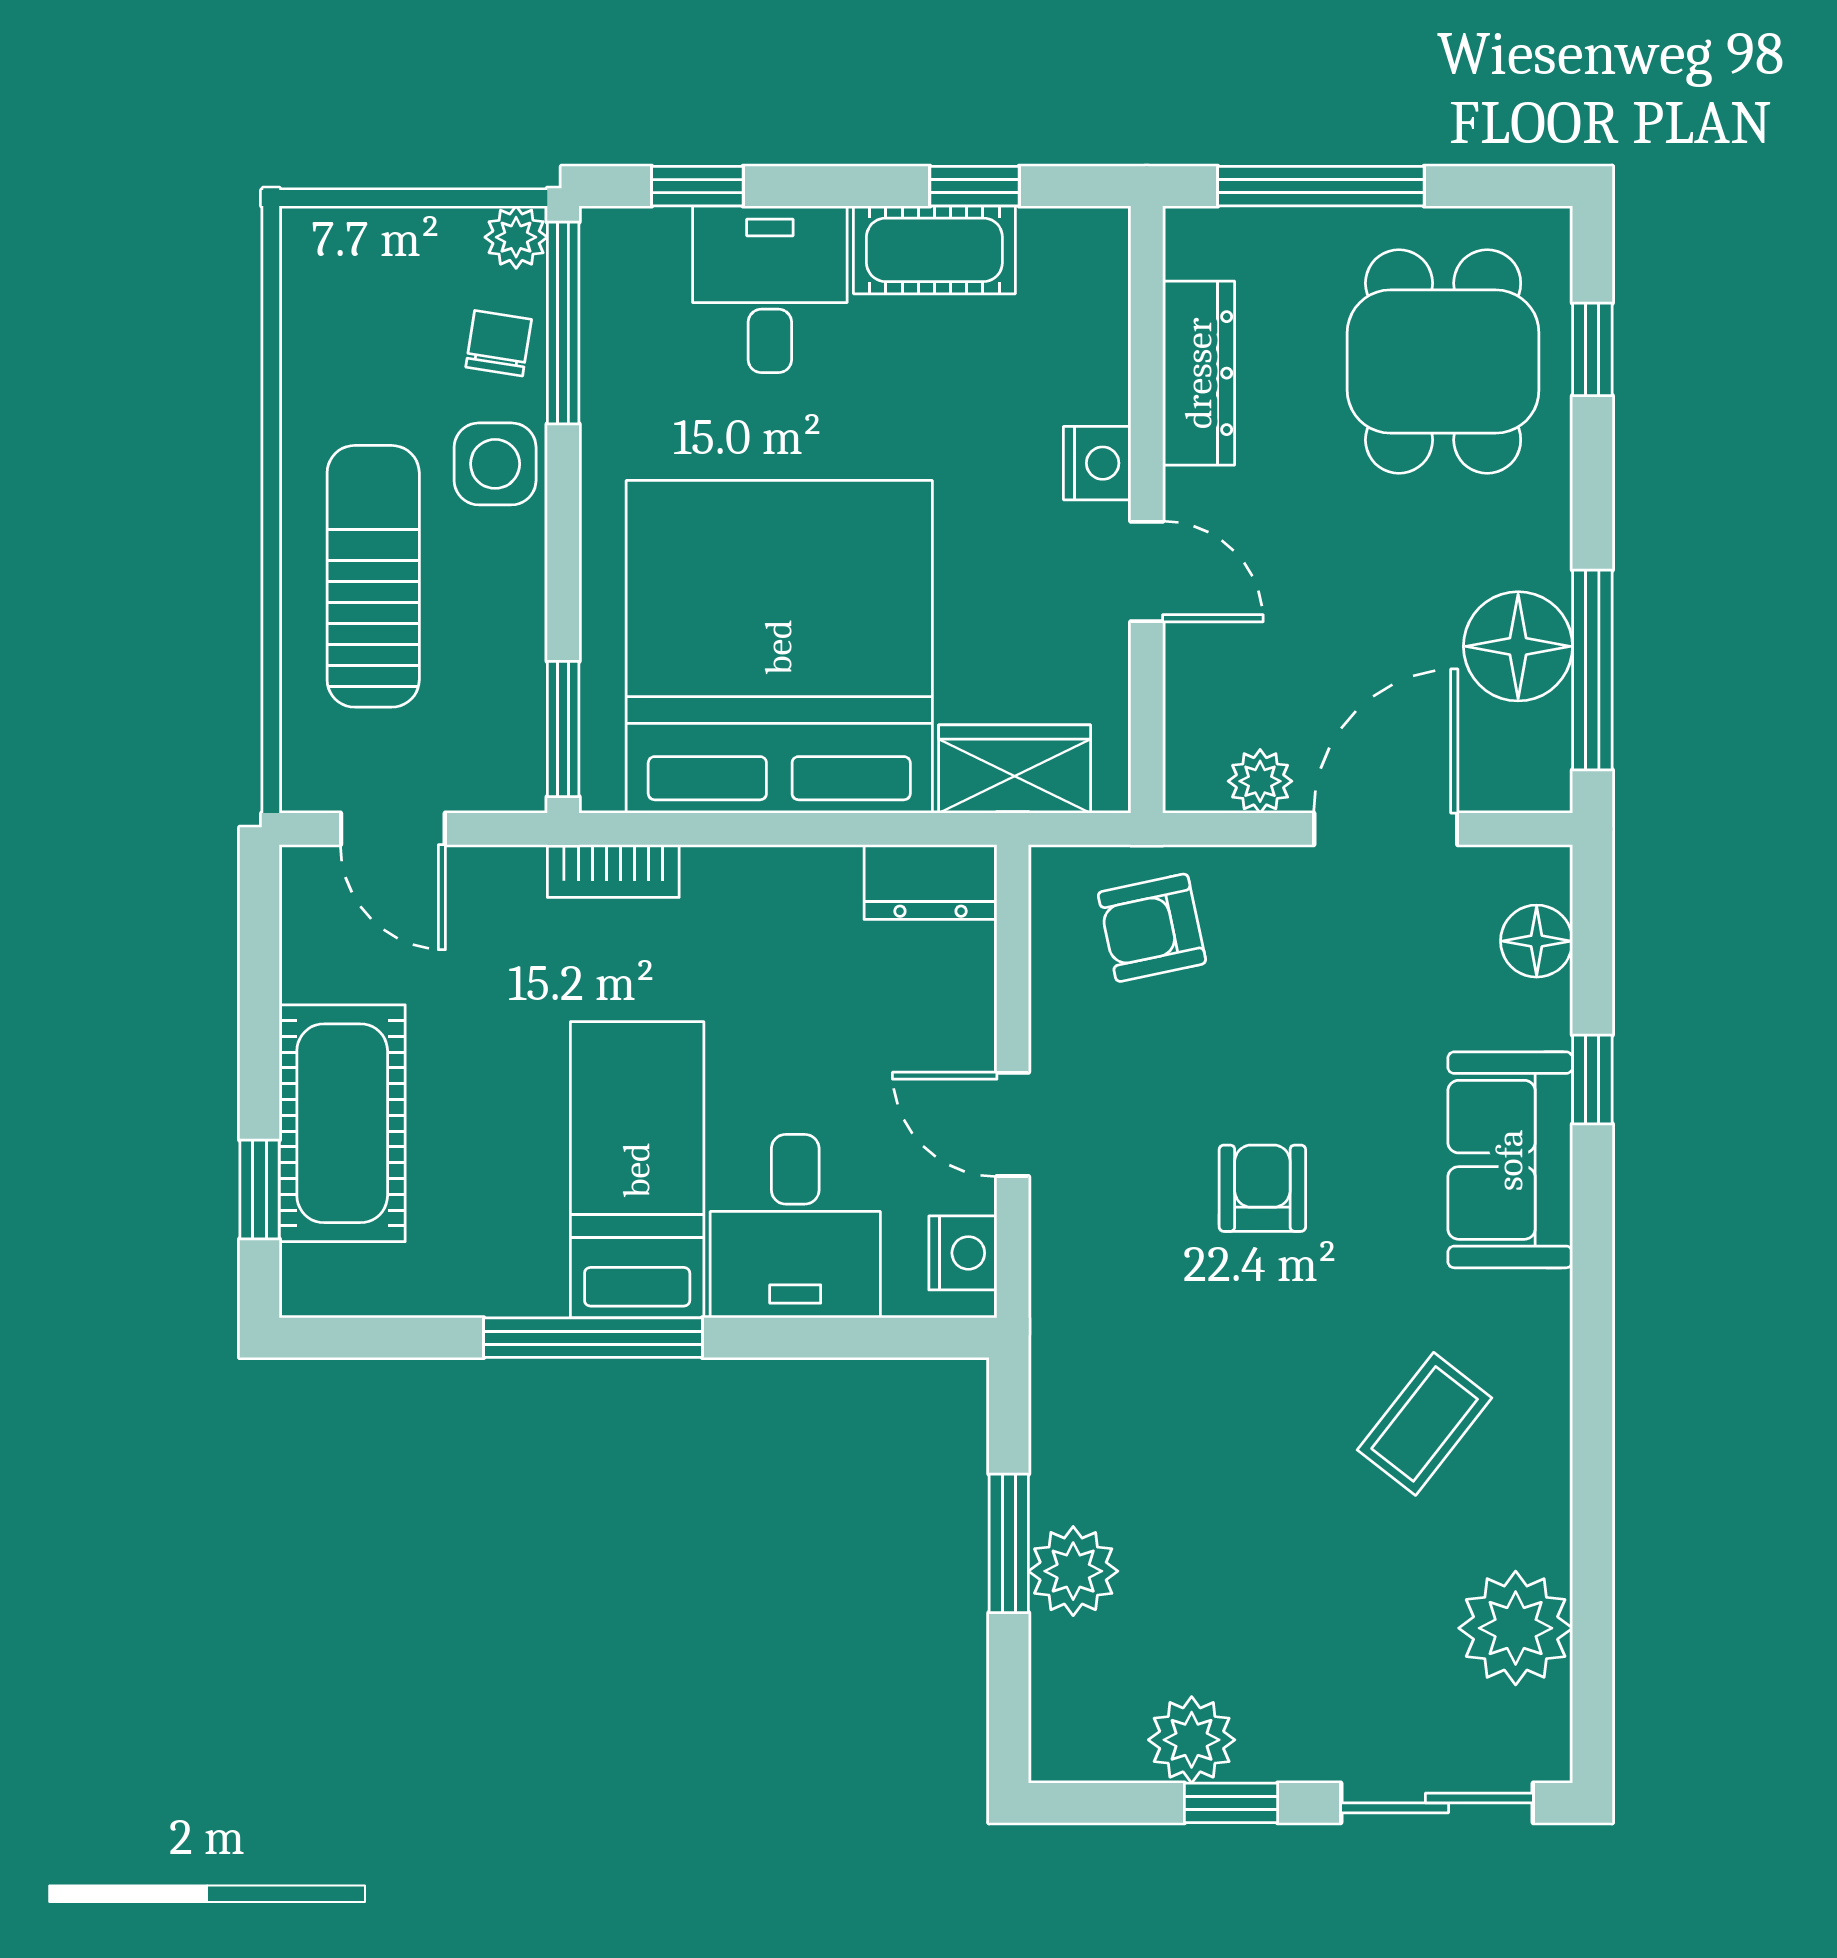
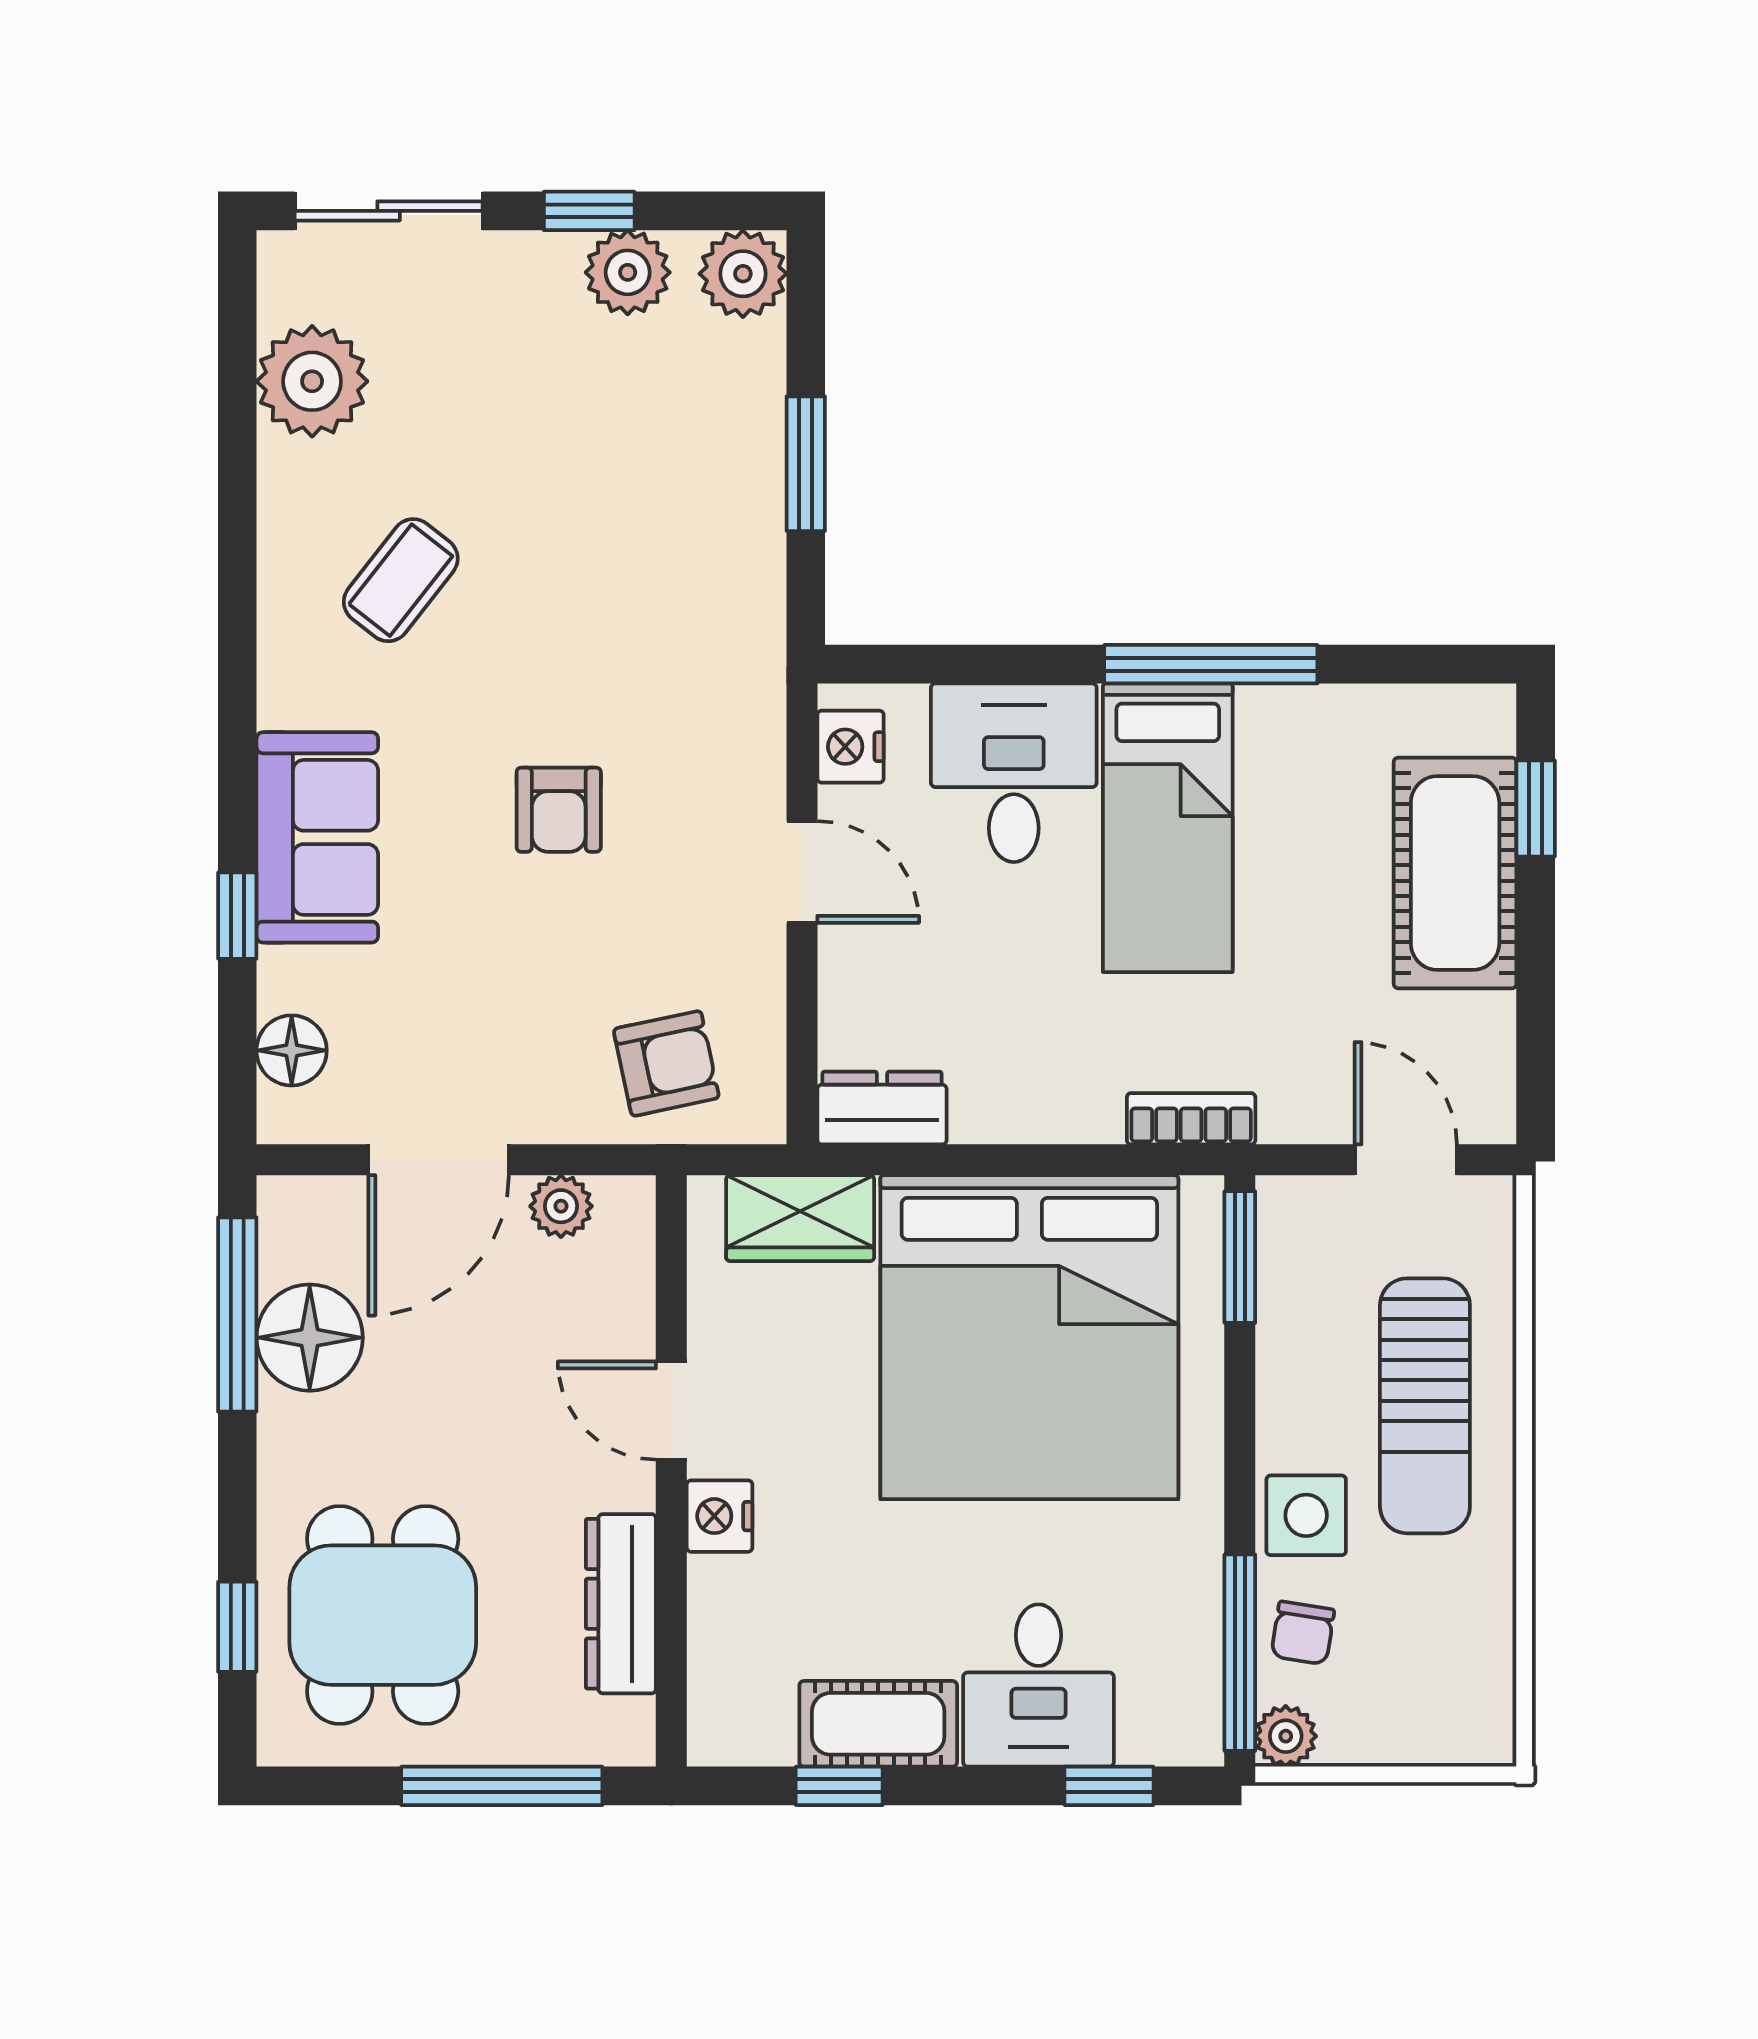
plant: (1073, 1571) -> (743, 274), moved

